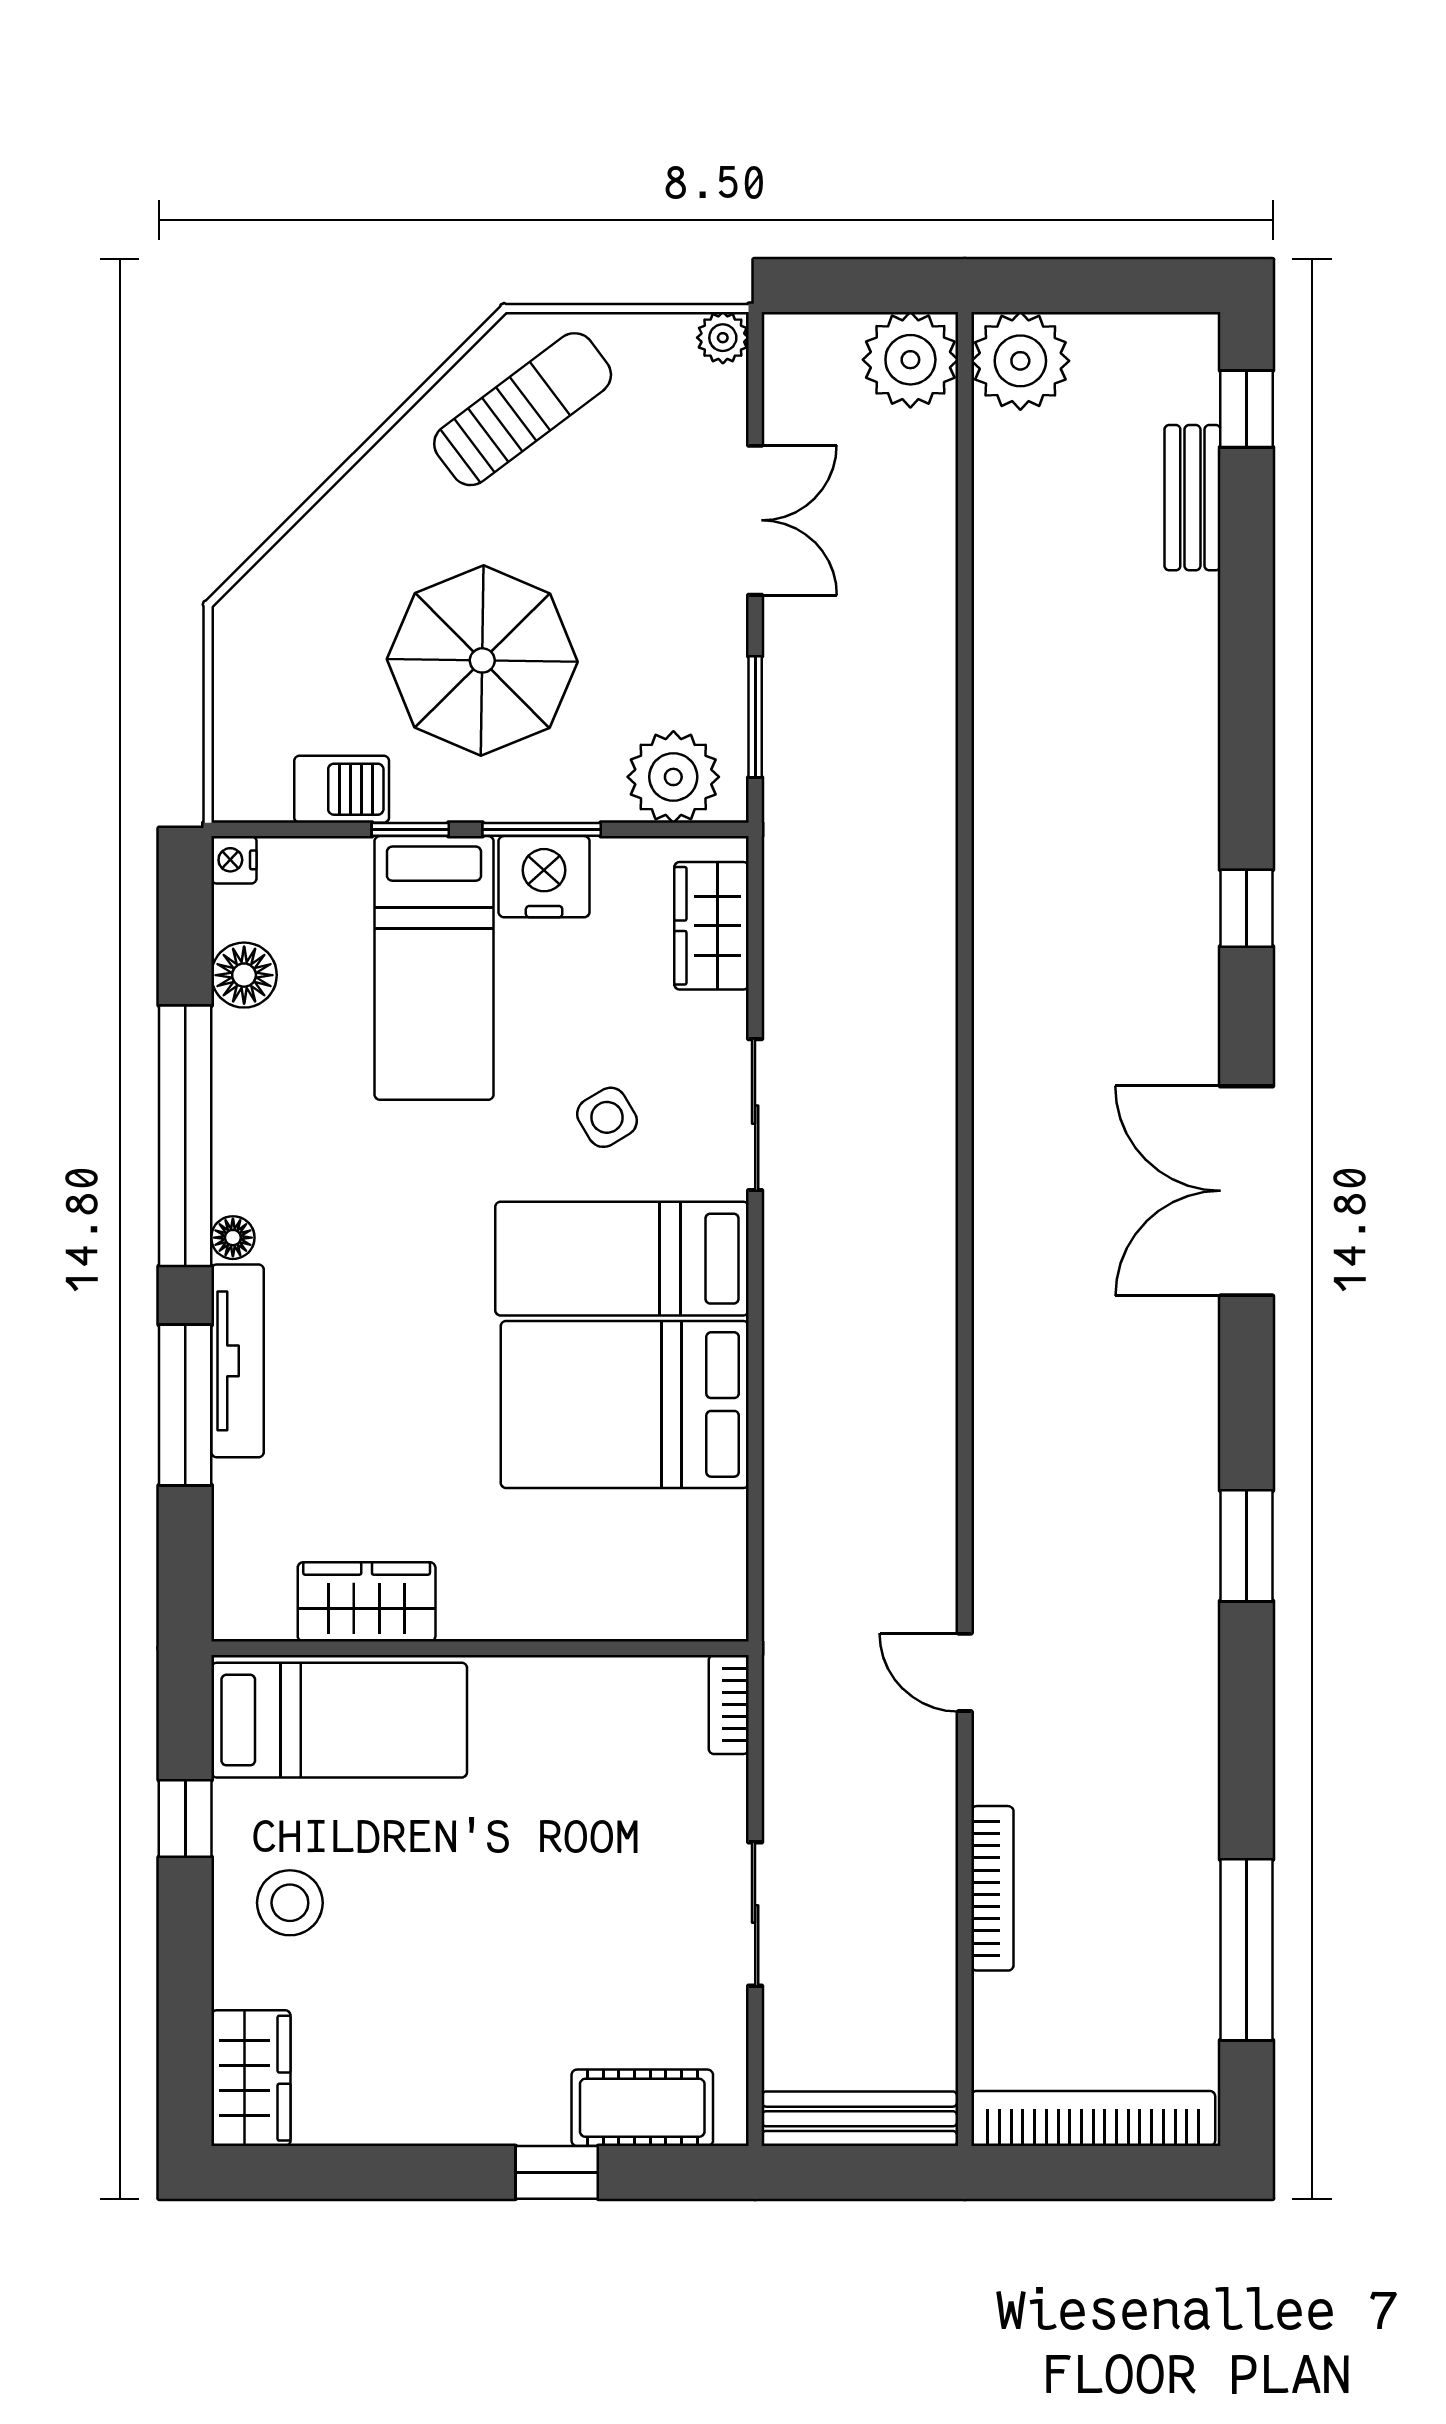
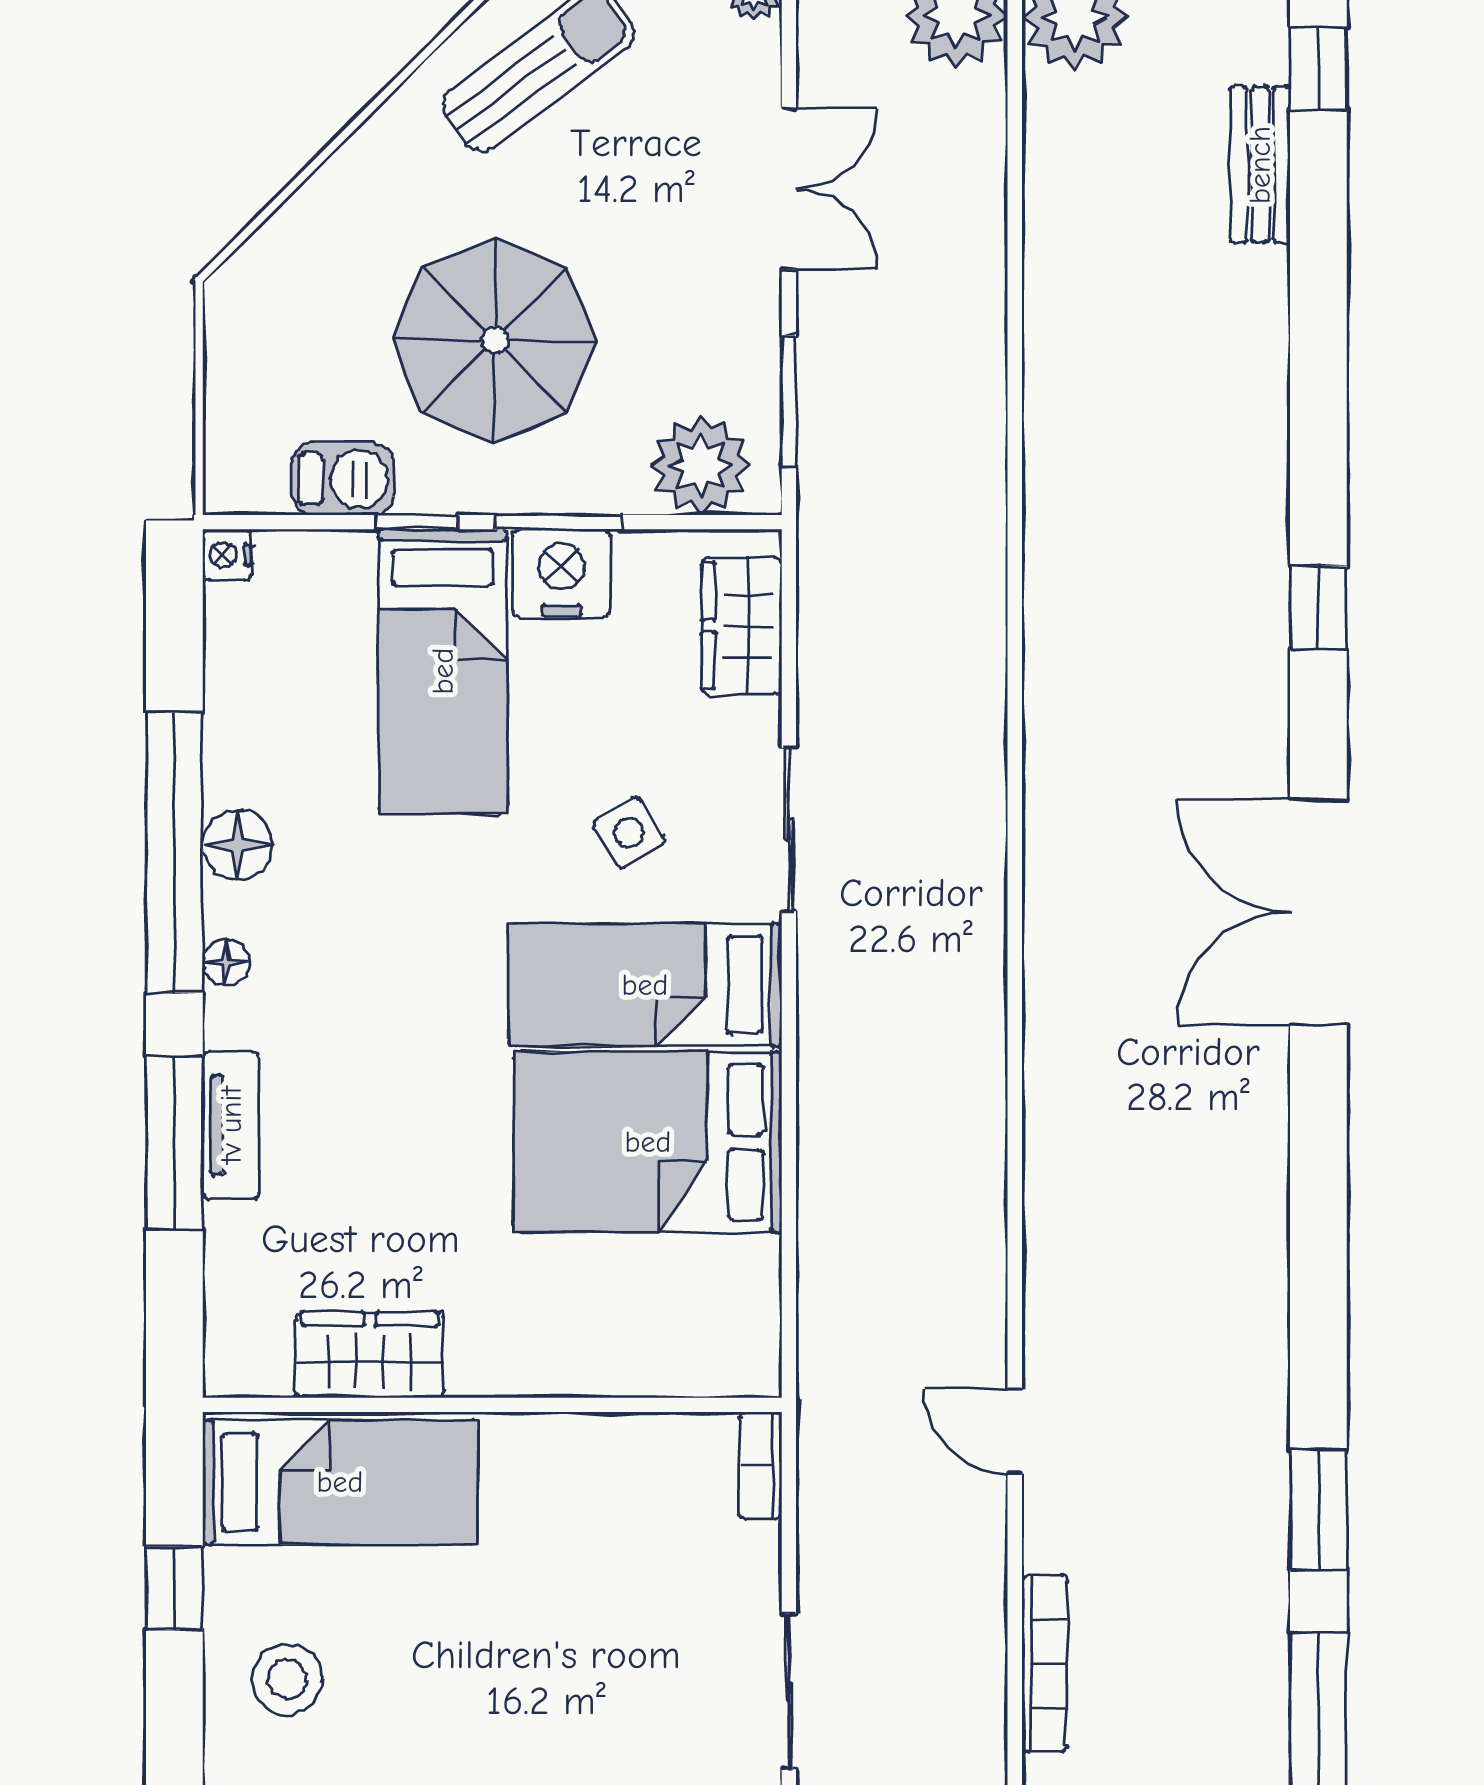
floor lamp: (244, 975) -> (238, 845), moved
tv unit: (238, 1361) -> (231, 1125), width x0.71
window: (1246, 1546) -> (1318, 1510), moved

